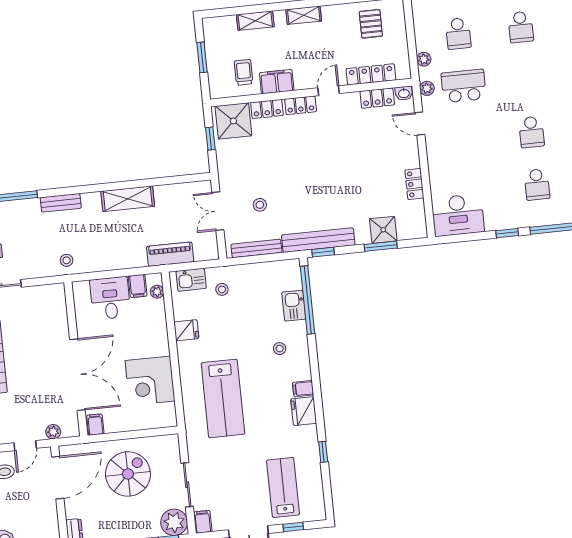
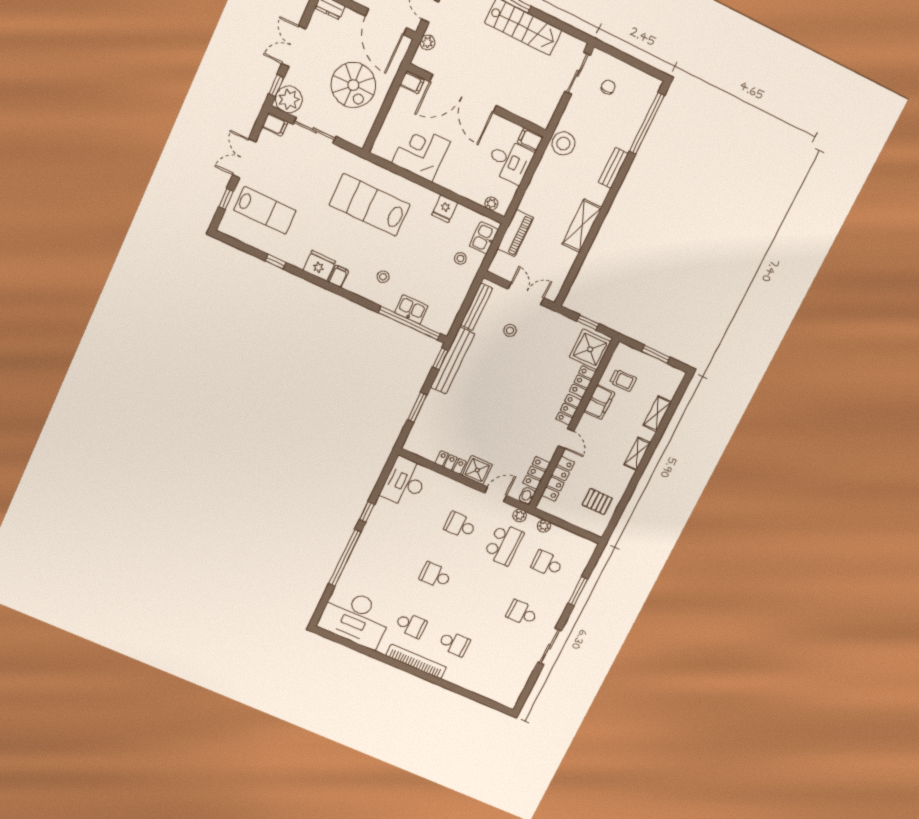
school desk: (537, 184) -> (460, 525), moved
shower: (383, 230) -> (477, 470), moved
stool: (67, 260) -> (563, 144), width x1.89, depth x1.89
filing cabinet: (138, 286) -> (530, 139), moved

